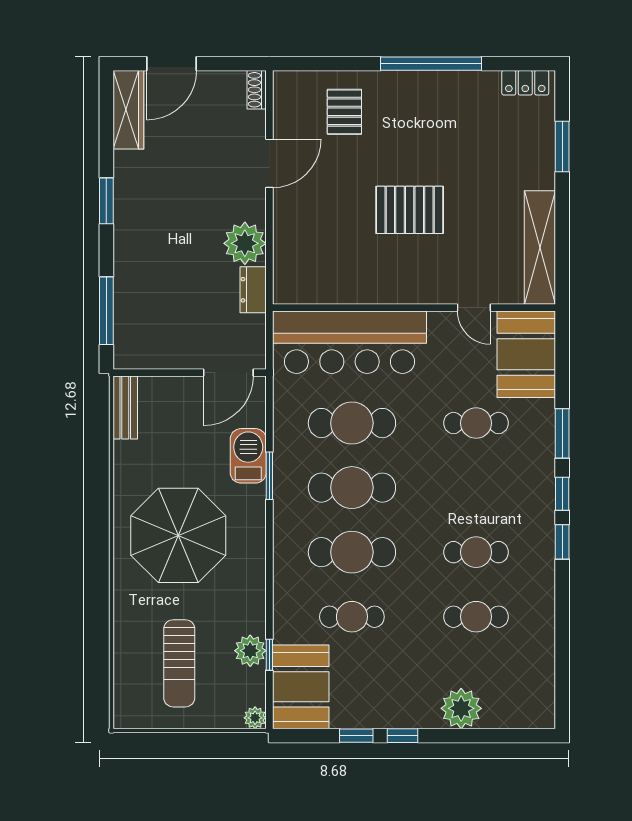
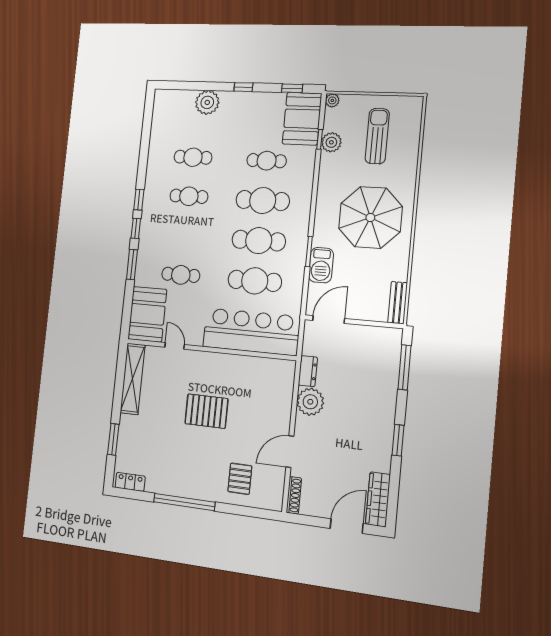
shoe rack: (257, 90) -> (294, 495), width x1.43
window: (356, 736) -> (292, 88), moved

